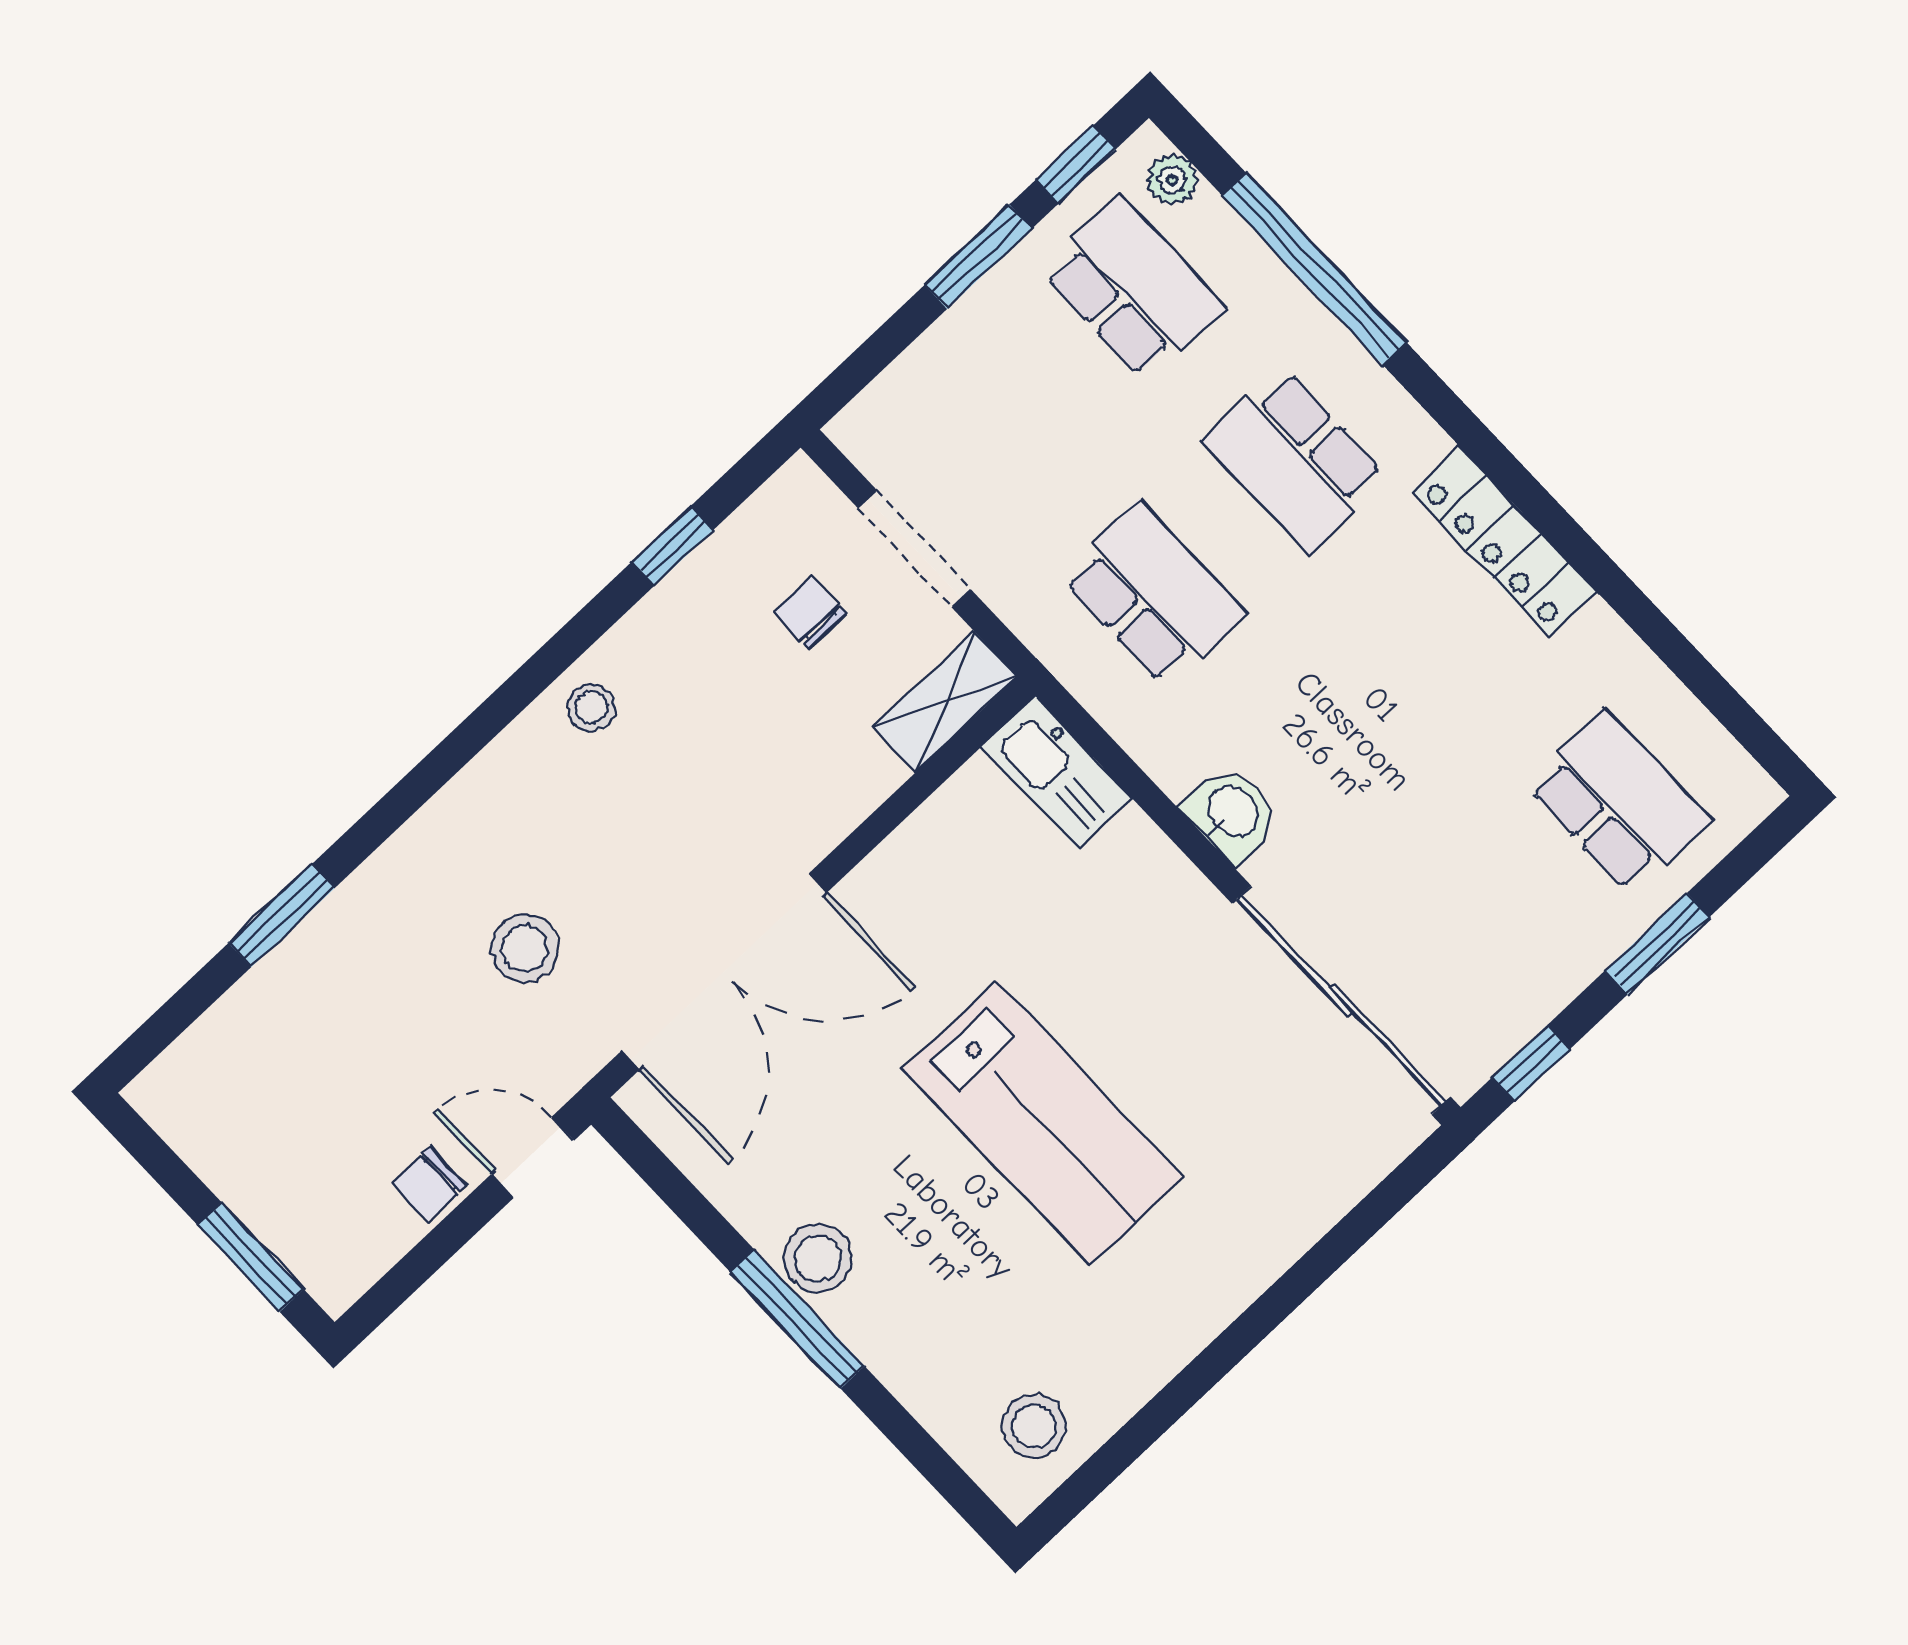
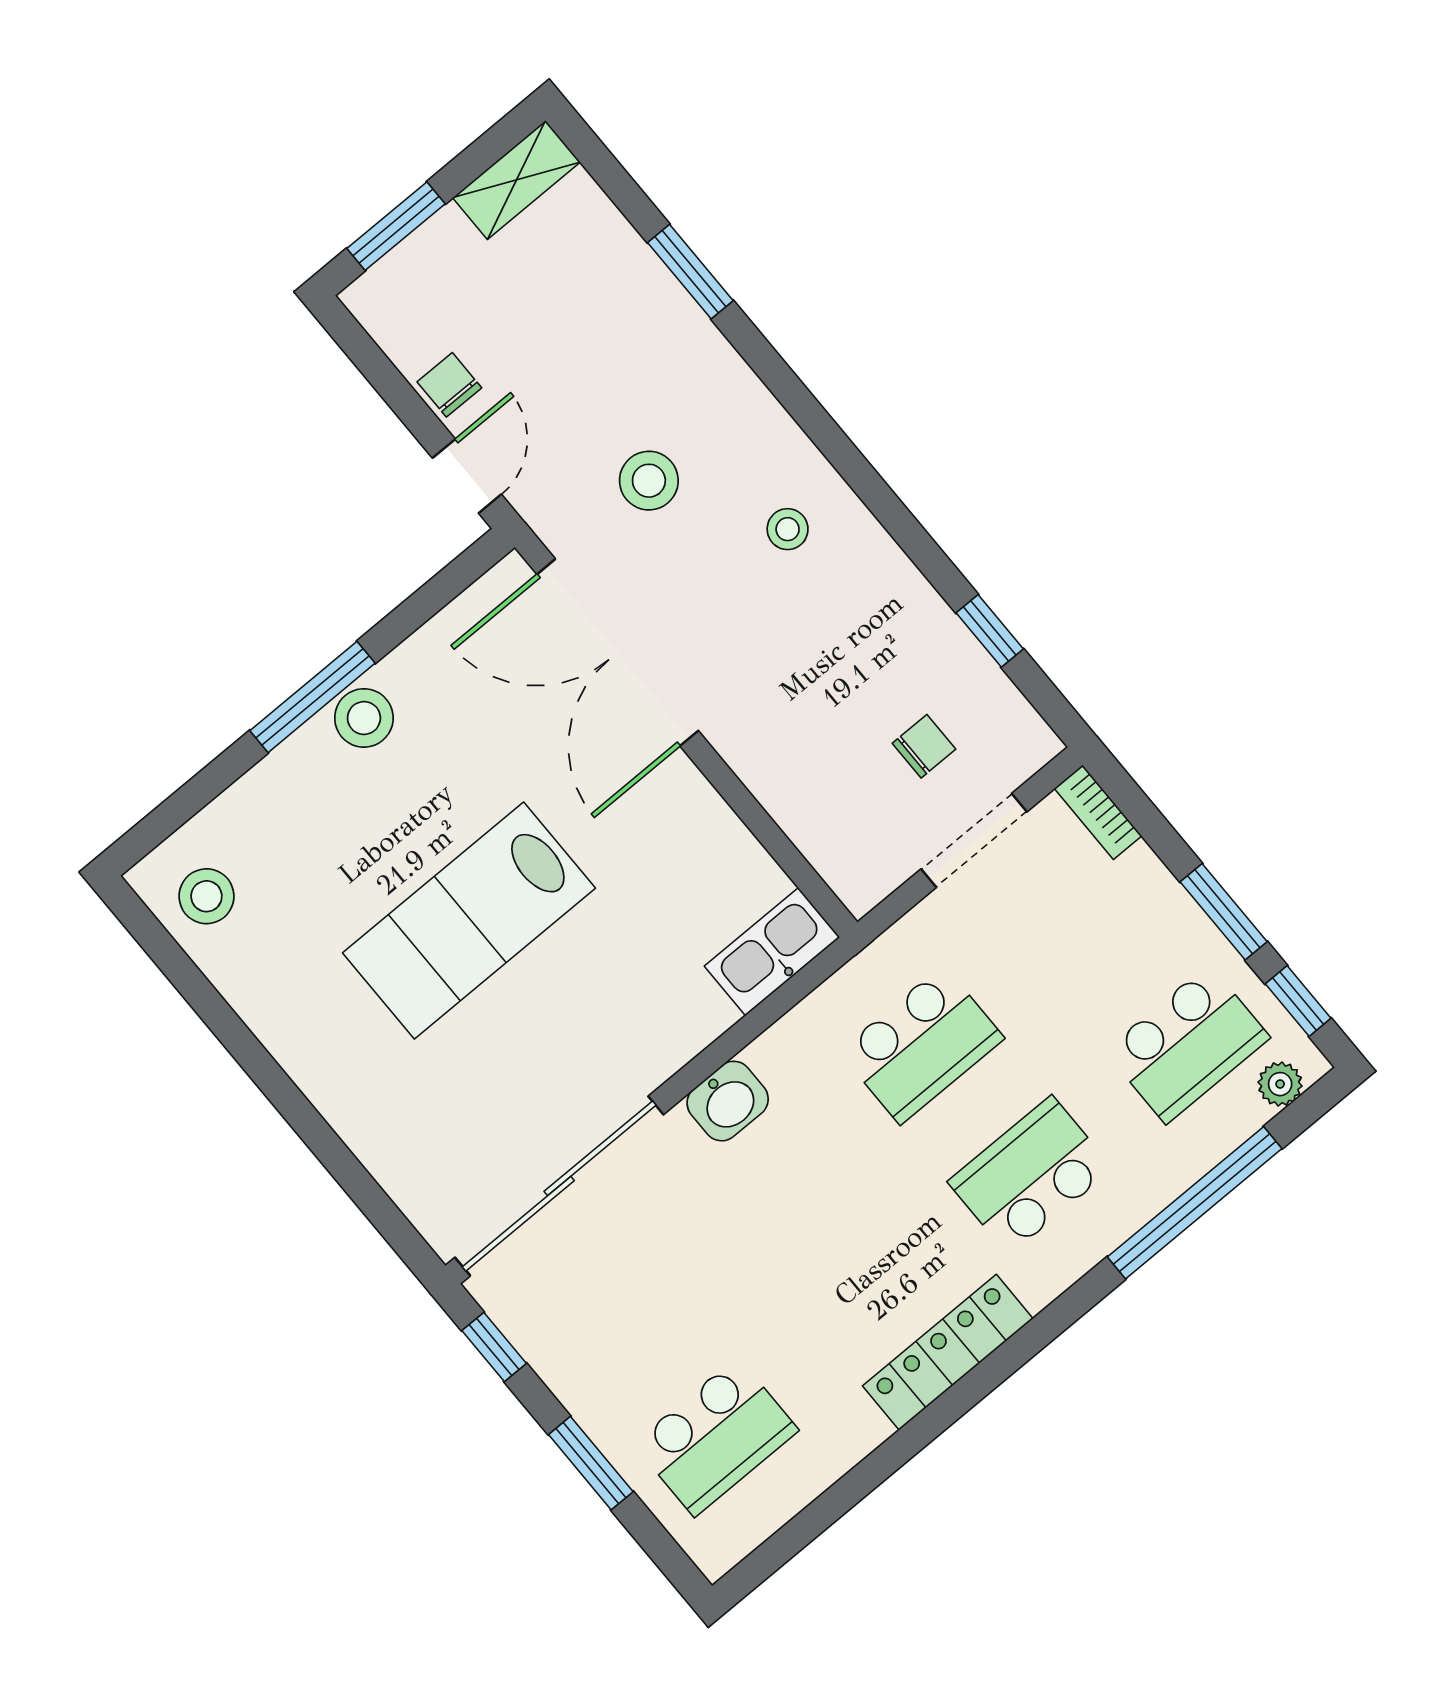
bookcase: (873, 408) -> (1098, 812), added
shelving: (945, 702) -> (516, 180), moved, turned 90
stool: (592, 708) -> (788, 529), moved

